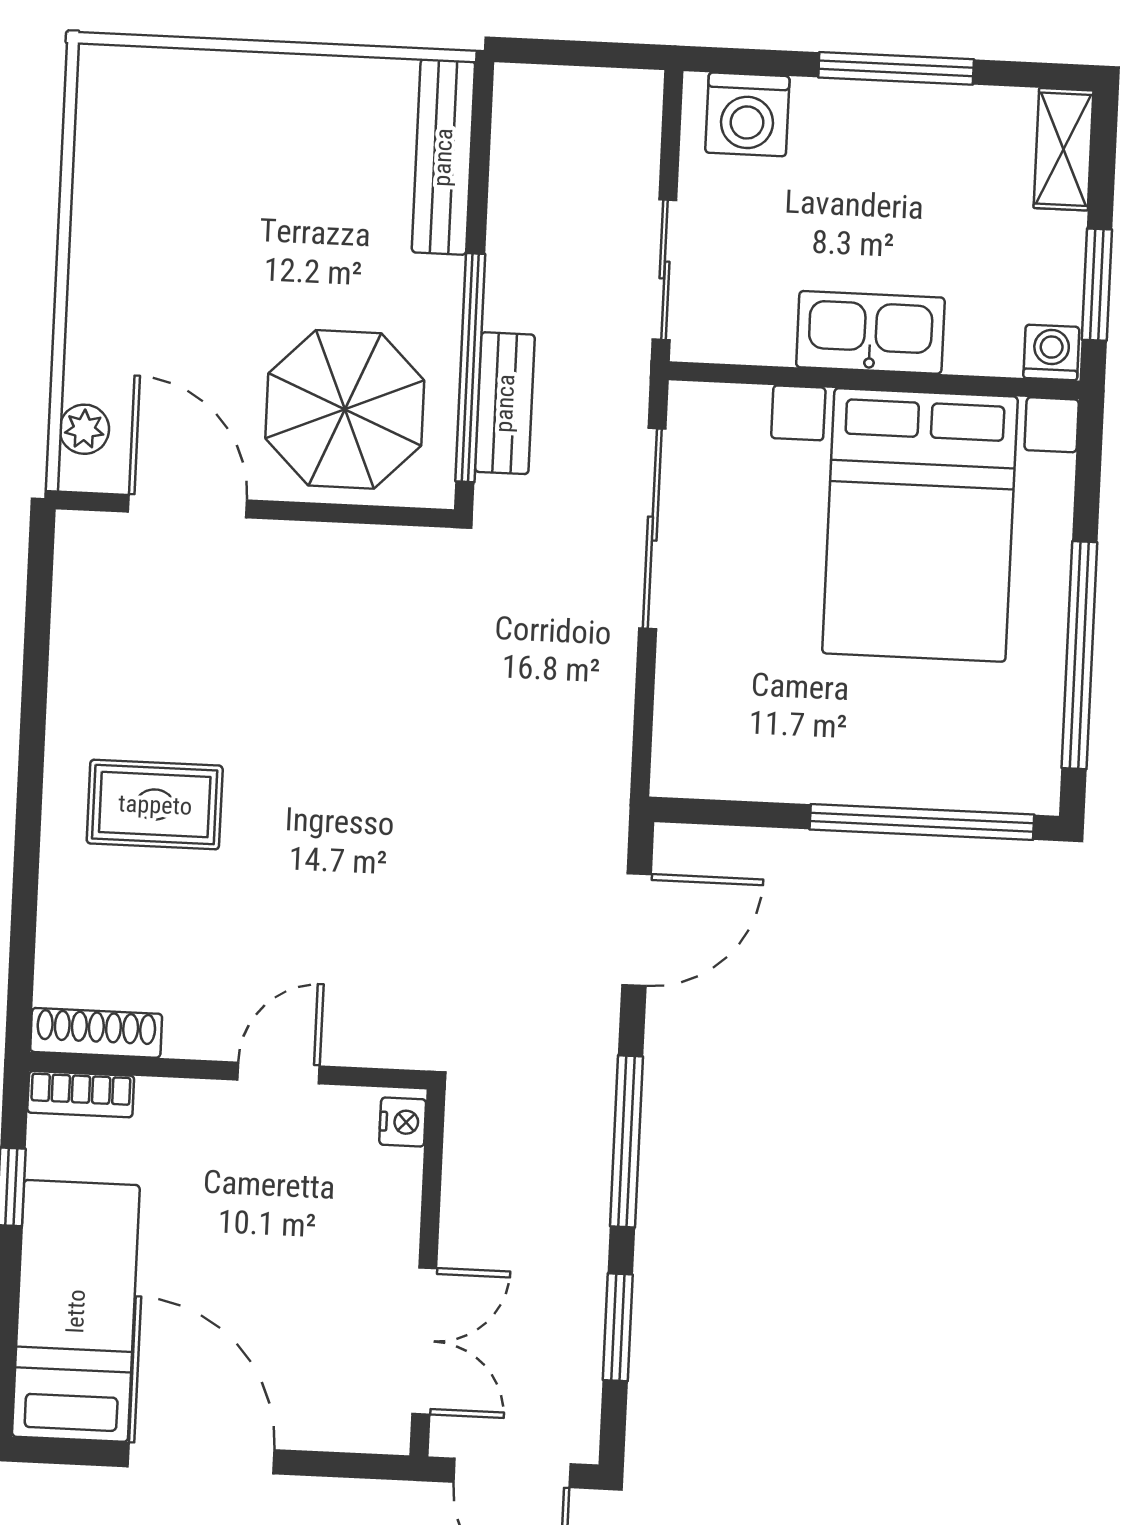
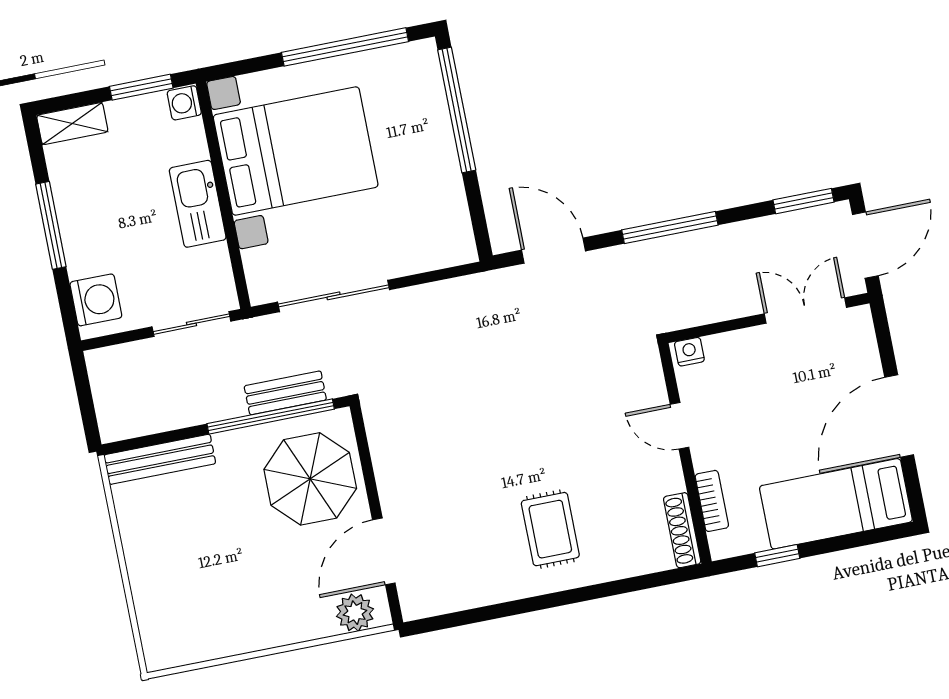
plant: (84, 429) -> (355, 613), width x1.38, depth x1.38
bookcase: (81, 1094) -> (712, 501), moved
window: (618, 1327) -> (803, 201), moved

